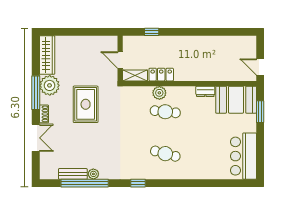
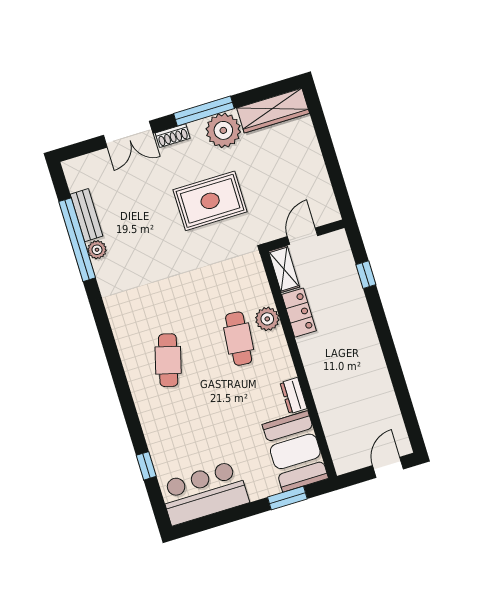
door: (260, 67) -> (388, 467), moved
window: (138, 183) -> (146, 466), moved

